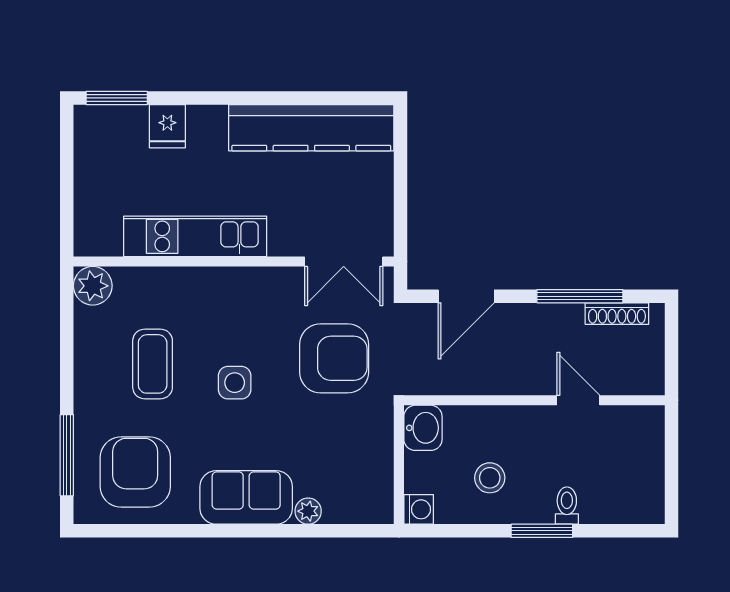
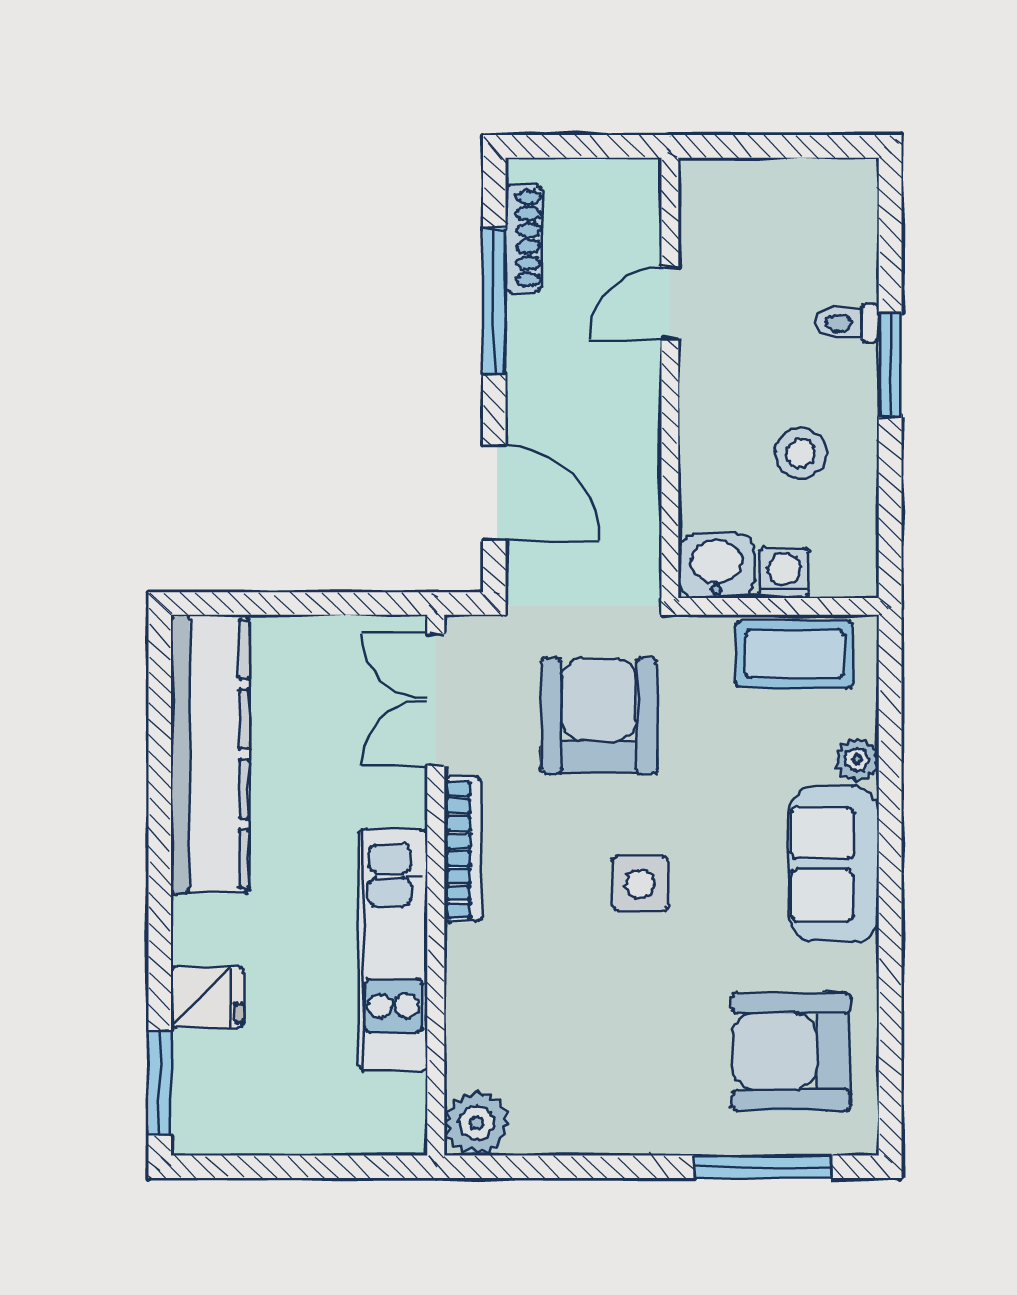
double door: (344, 262) -> (436, 700), swing flipped
bookcase: (255, 278) -> (463, 850), added
coffee table: (153, 364) -> (794, 654), moved
washing machine: (419, 509) -> (784, 573), moved

